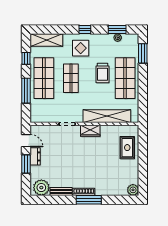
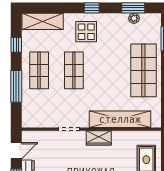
trolley: (102, 73) -> (114, 64), removed
shop shelf: (44, 78) -> (39, 70), width x0.70, depth x0.74
door: (26, 141) -> (16, 151), hinge flipped

